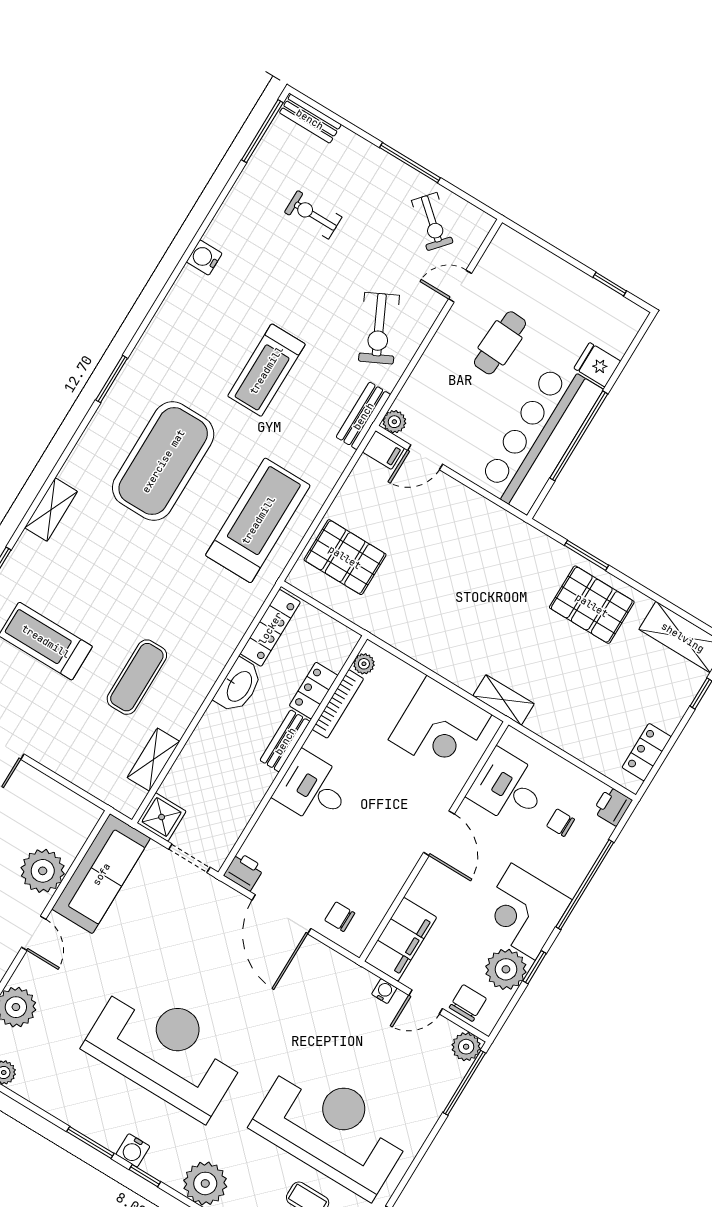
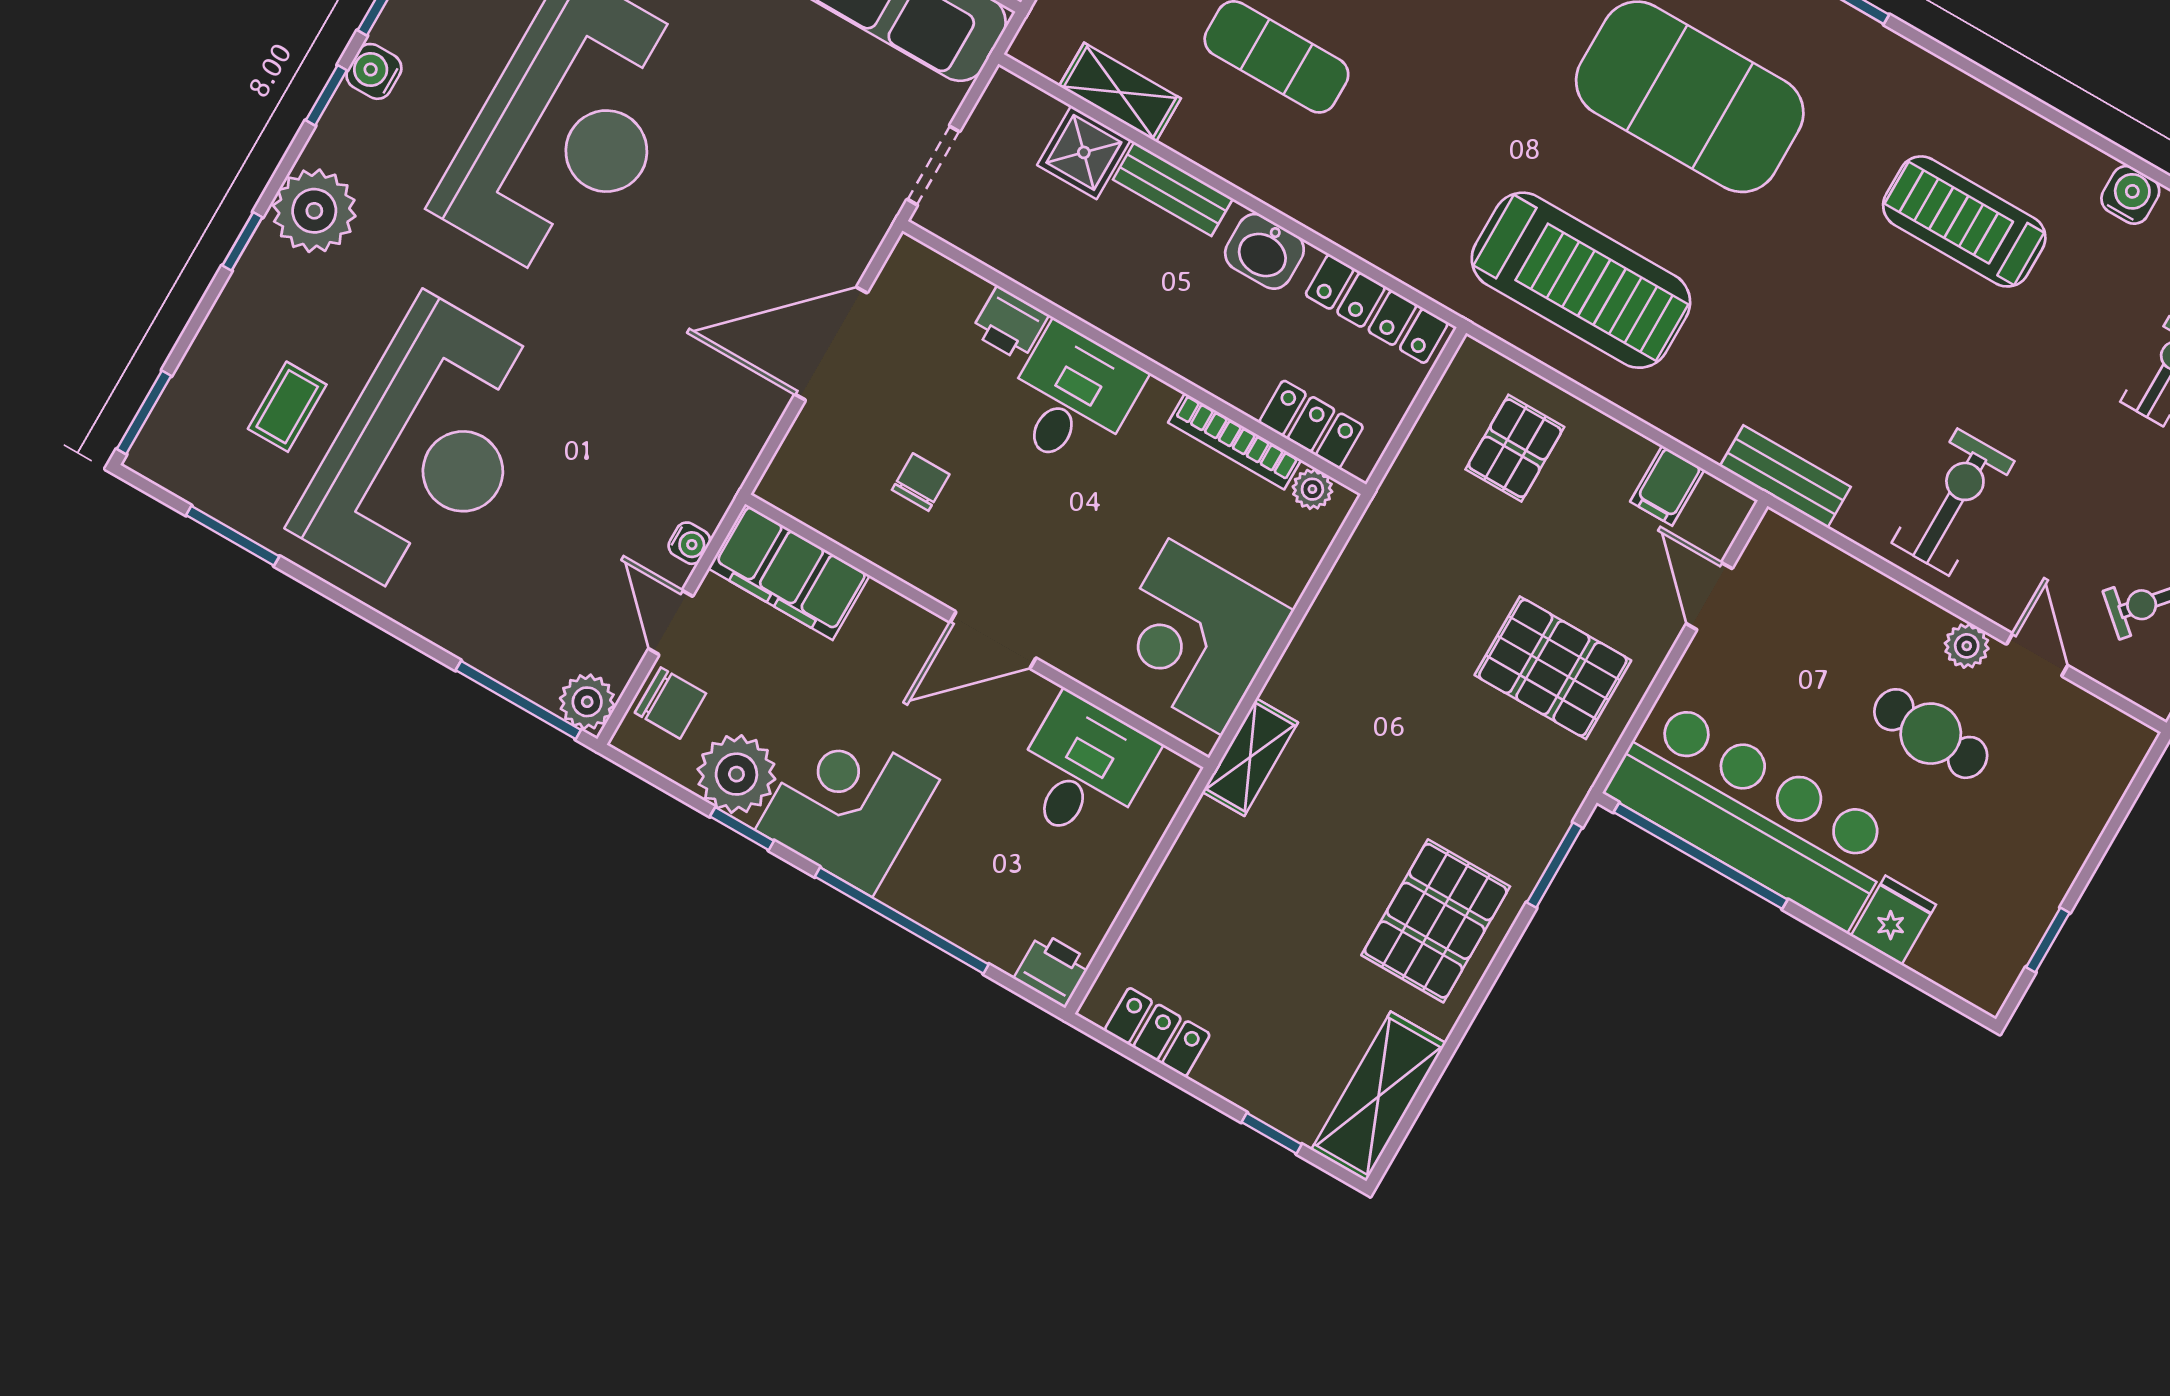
water cooler: (204, 258) -> (2130, 195), moved
exercise bike: (379, 328) -> (1953, 502), turned 116
treadmill: (266, 370) -> (1964, 221), moved
plant: (394, 422) -> (1967, 646), moved
window: (579, 436) -> (1701, 856), moved
filing cabinet: (383, 450) -> (1667, 486), moved
pallet: (461, 540) -> (1553, 668), added
window: (587, 555) -> (1555, 865), moved
pallet: (345, 557) -> (1515, 448), width x0.67, depth x0.71
washbasin: (239, 686) -> (1264, 251), width x0.72
locker: (314, 691) -> (1311, 424), moved
bench: (285, 741) -> (1173, 189), moved
shower: (162, 817) -> (1084, 152), moved
chair: (561, 823) -> (1019, 871), removed
printer: (244, 871) -> (1010, 324), moved, turned 90
chair: (340, 917) -> (921, 482), moved

